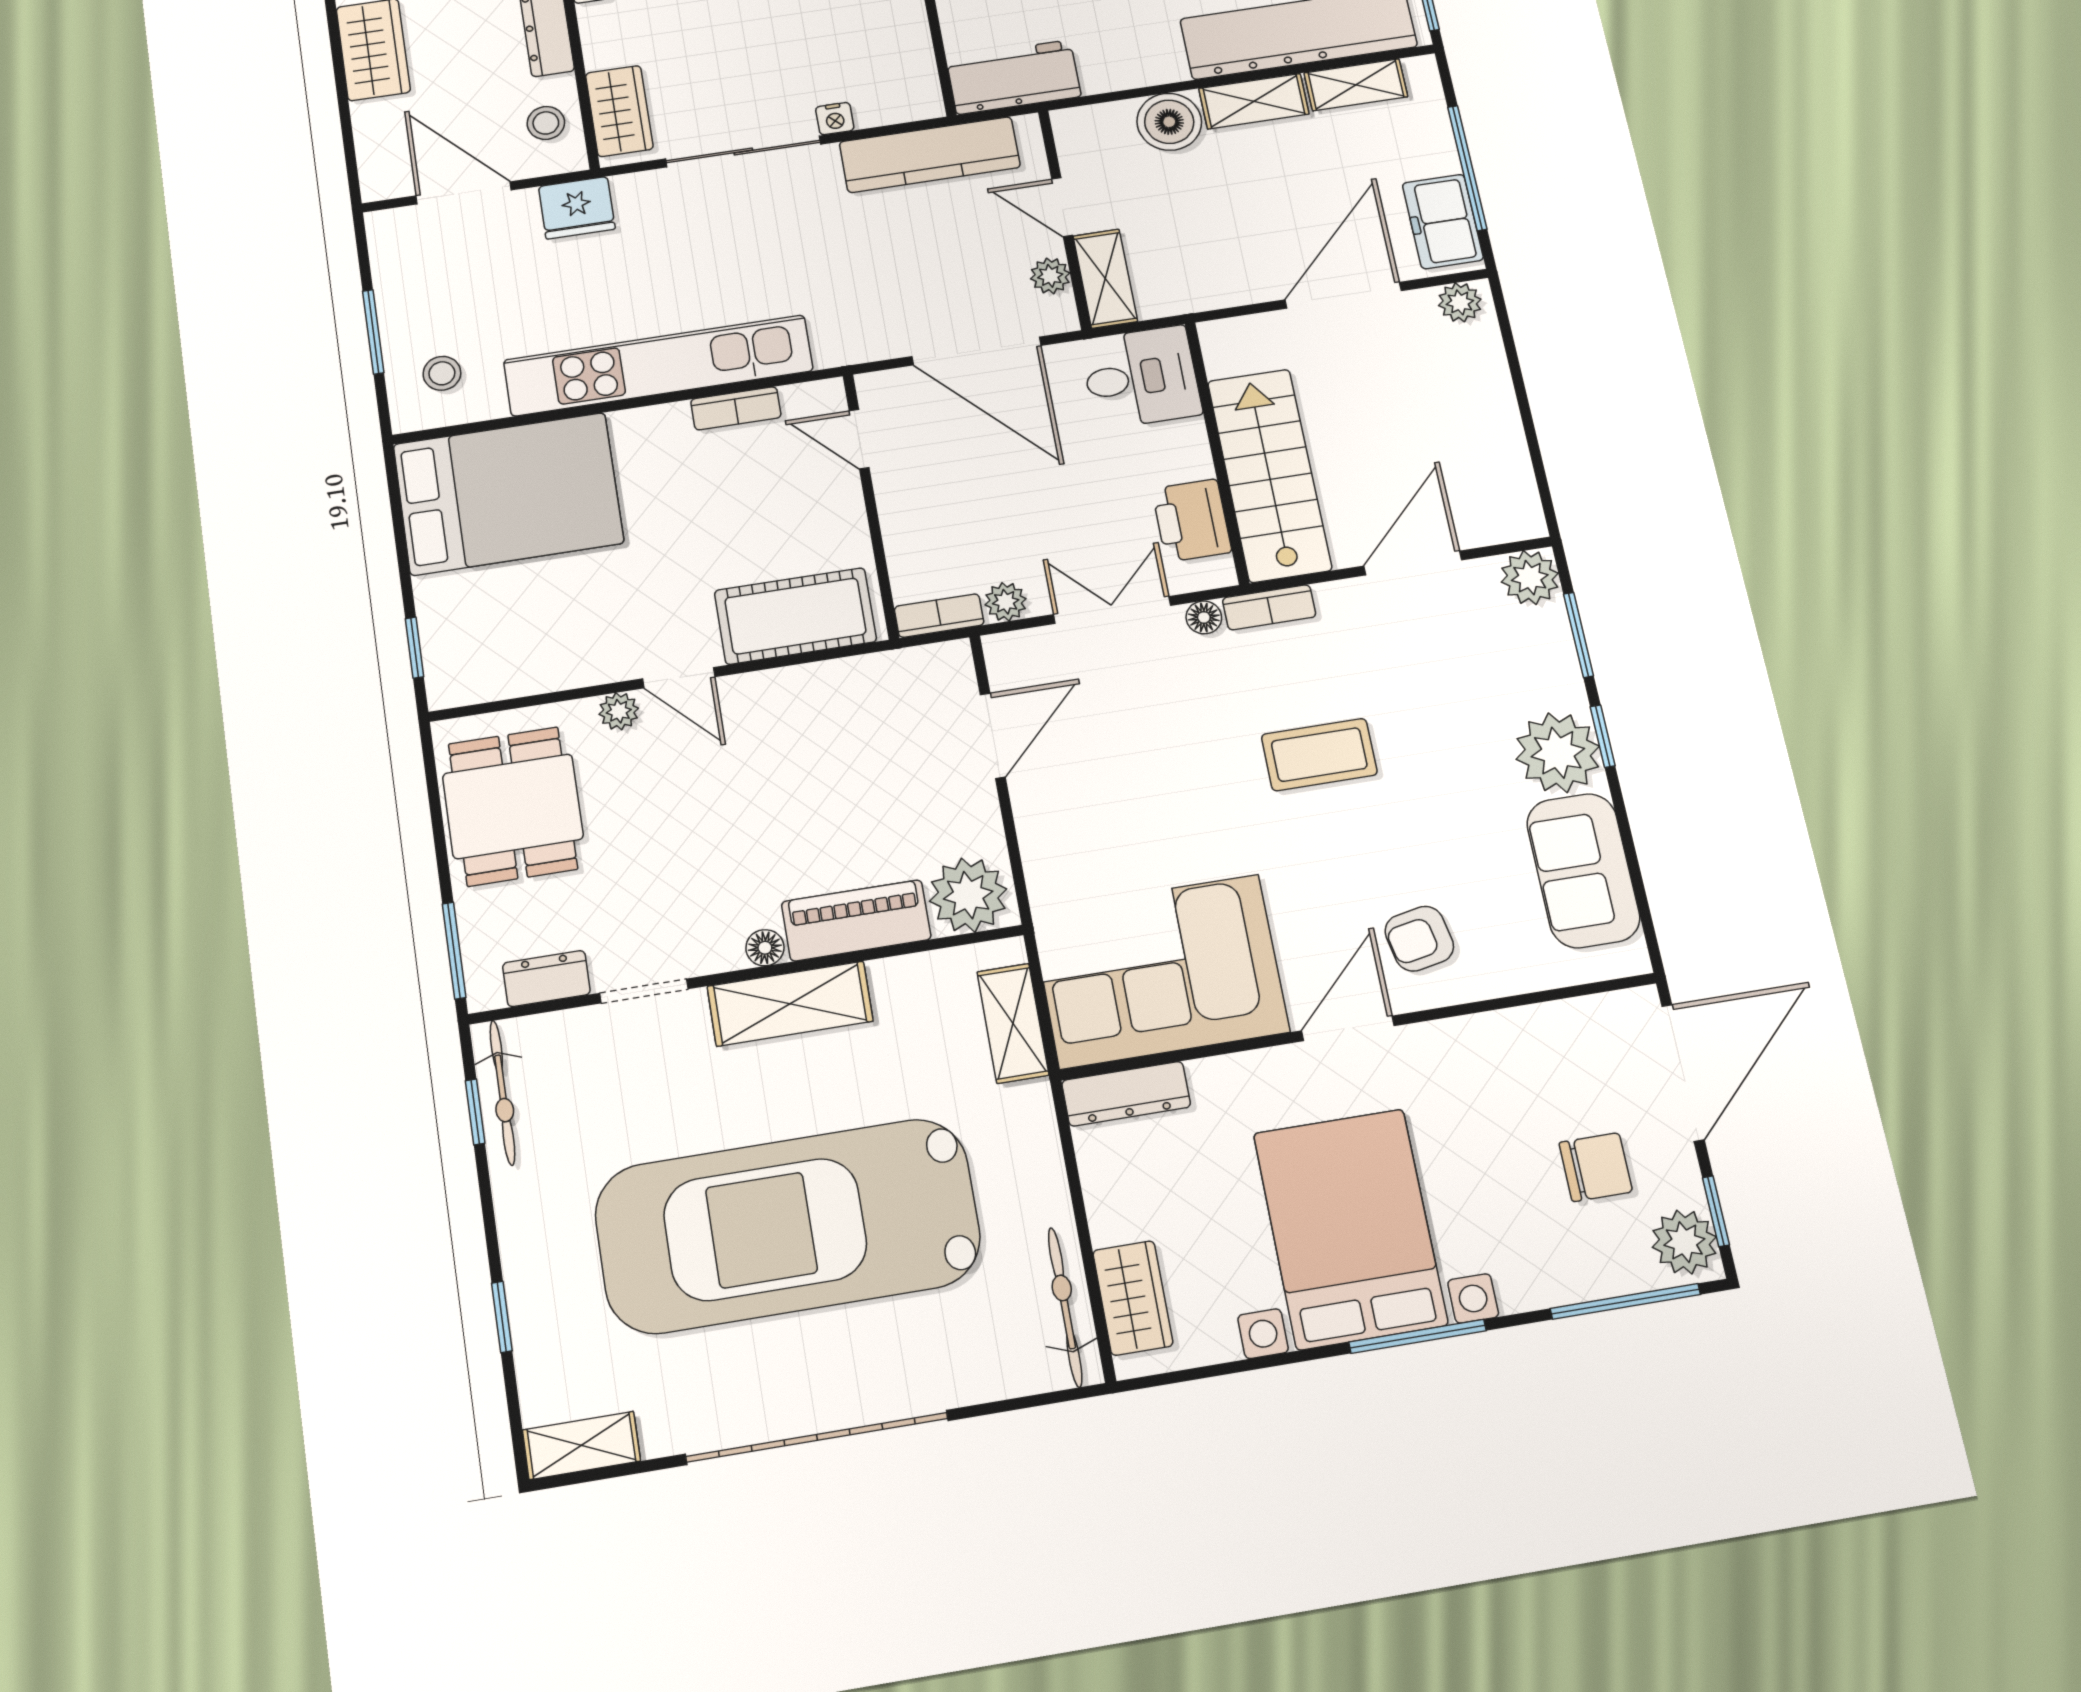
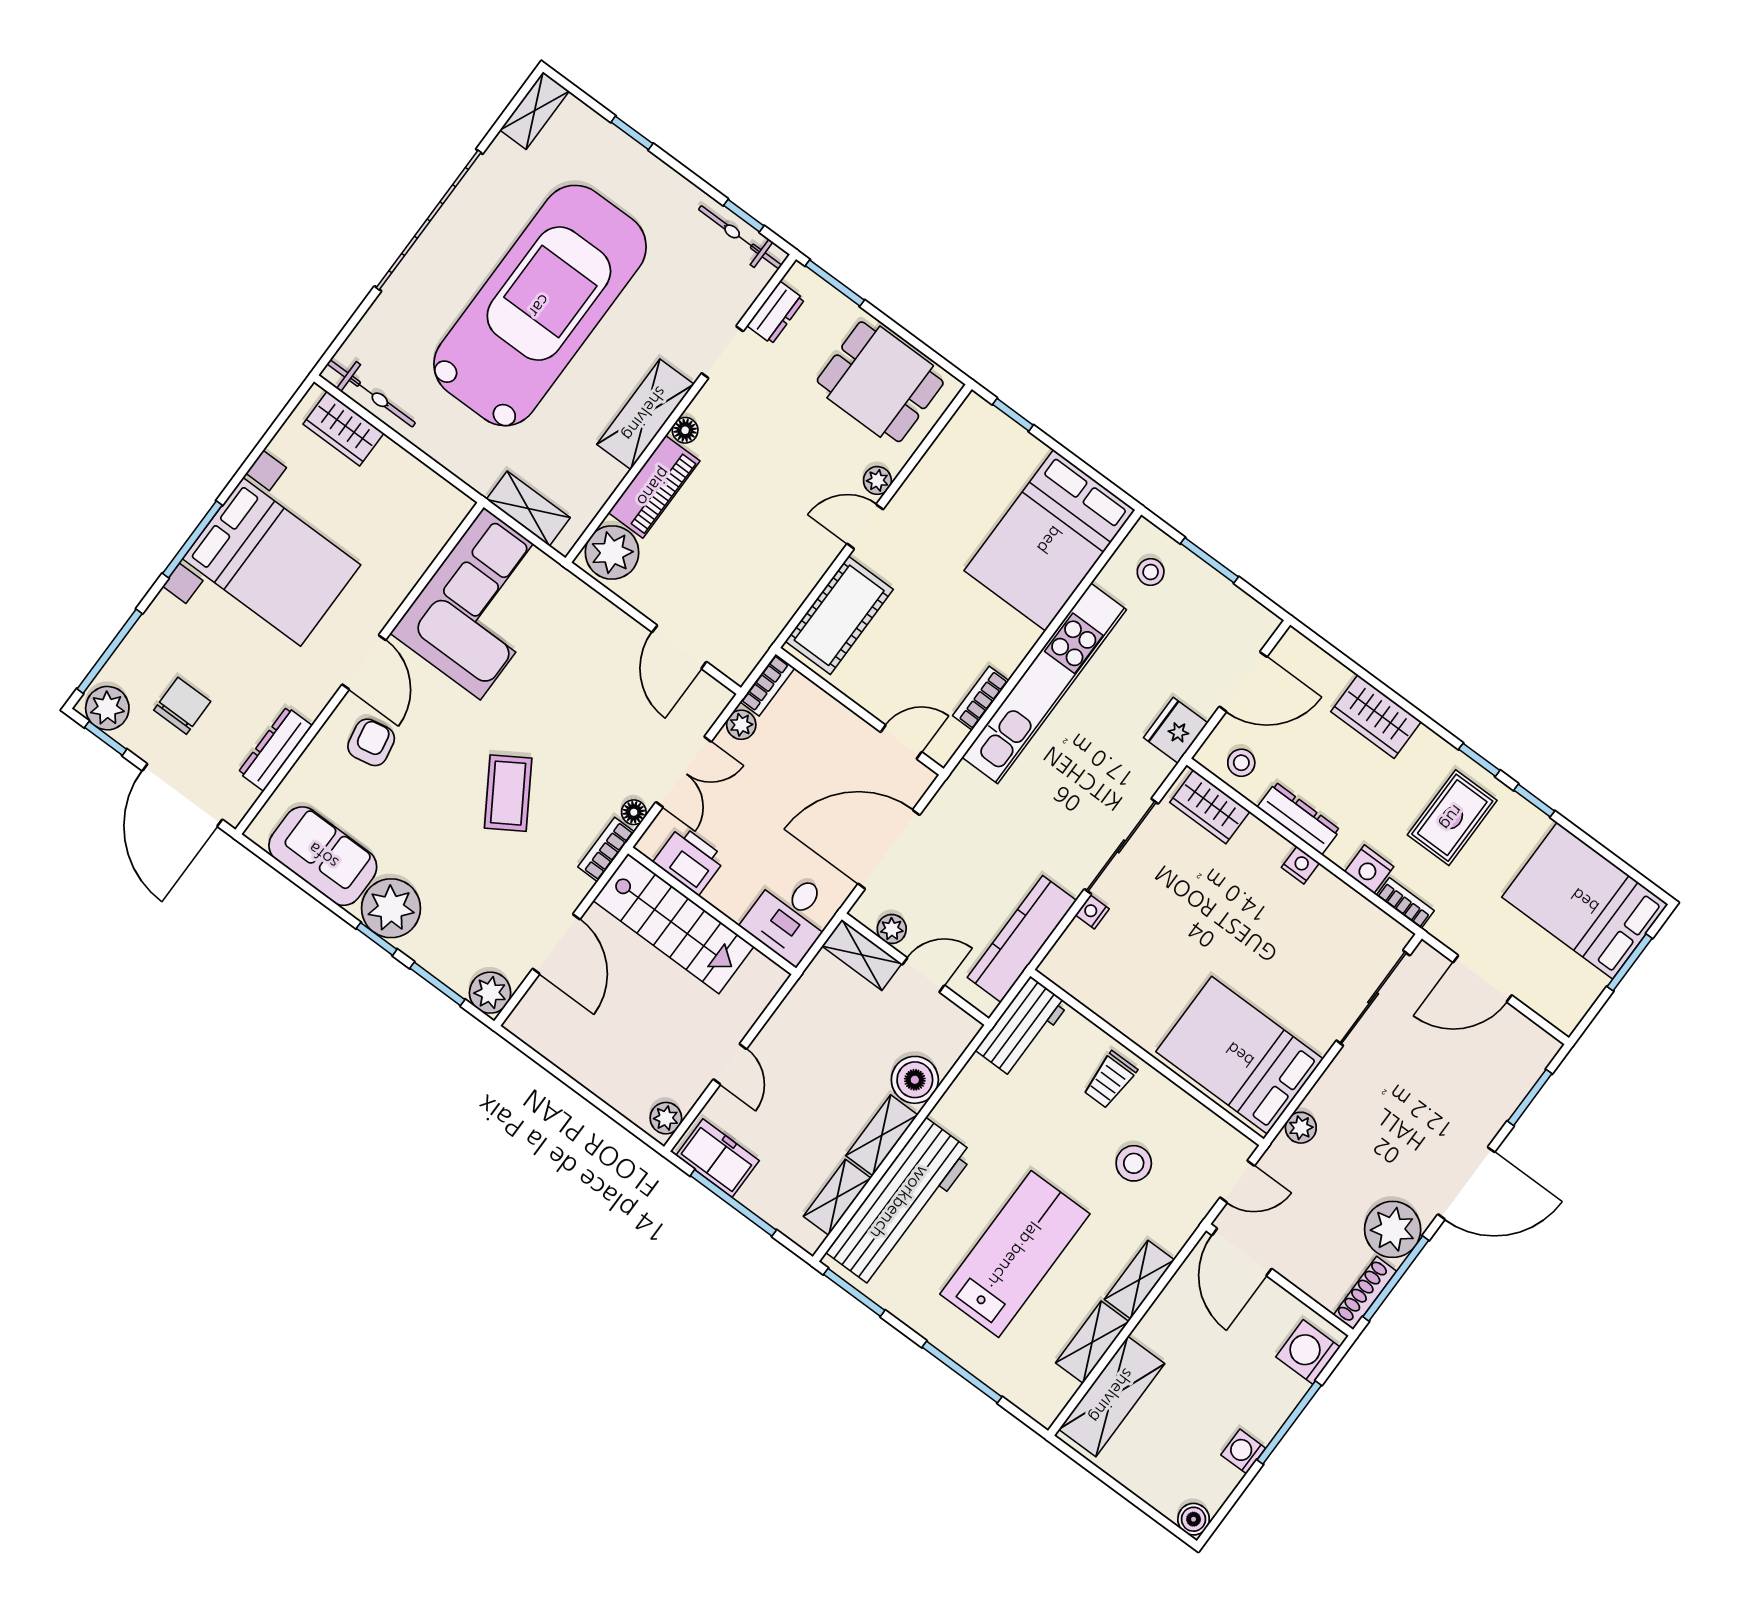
door: (1343, 295) -> (730, 1064), width x0.53
coffee table: (1319, 755) -> (508, 793), turned -32
dresser: (1126, 1094) -> (275, 749), moved
chair: (1596, 1167) -> (182, 706), turned 180

